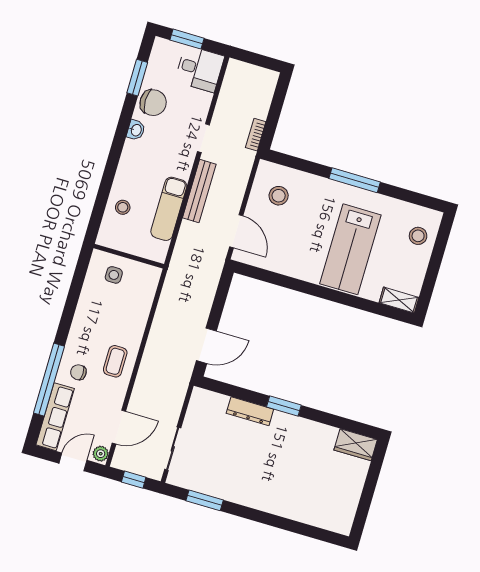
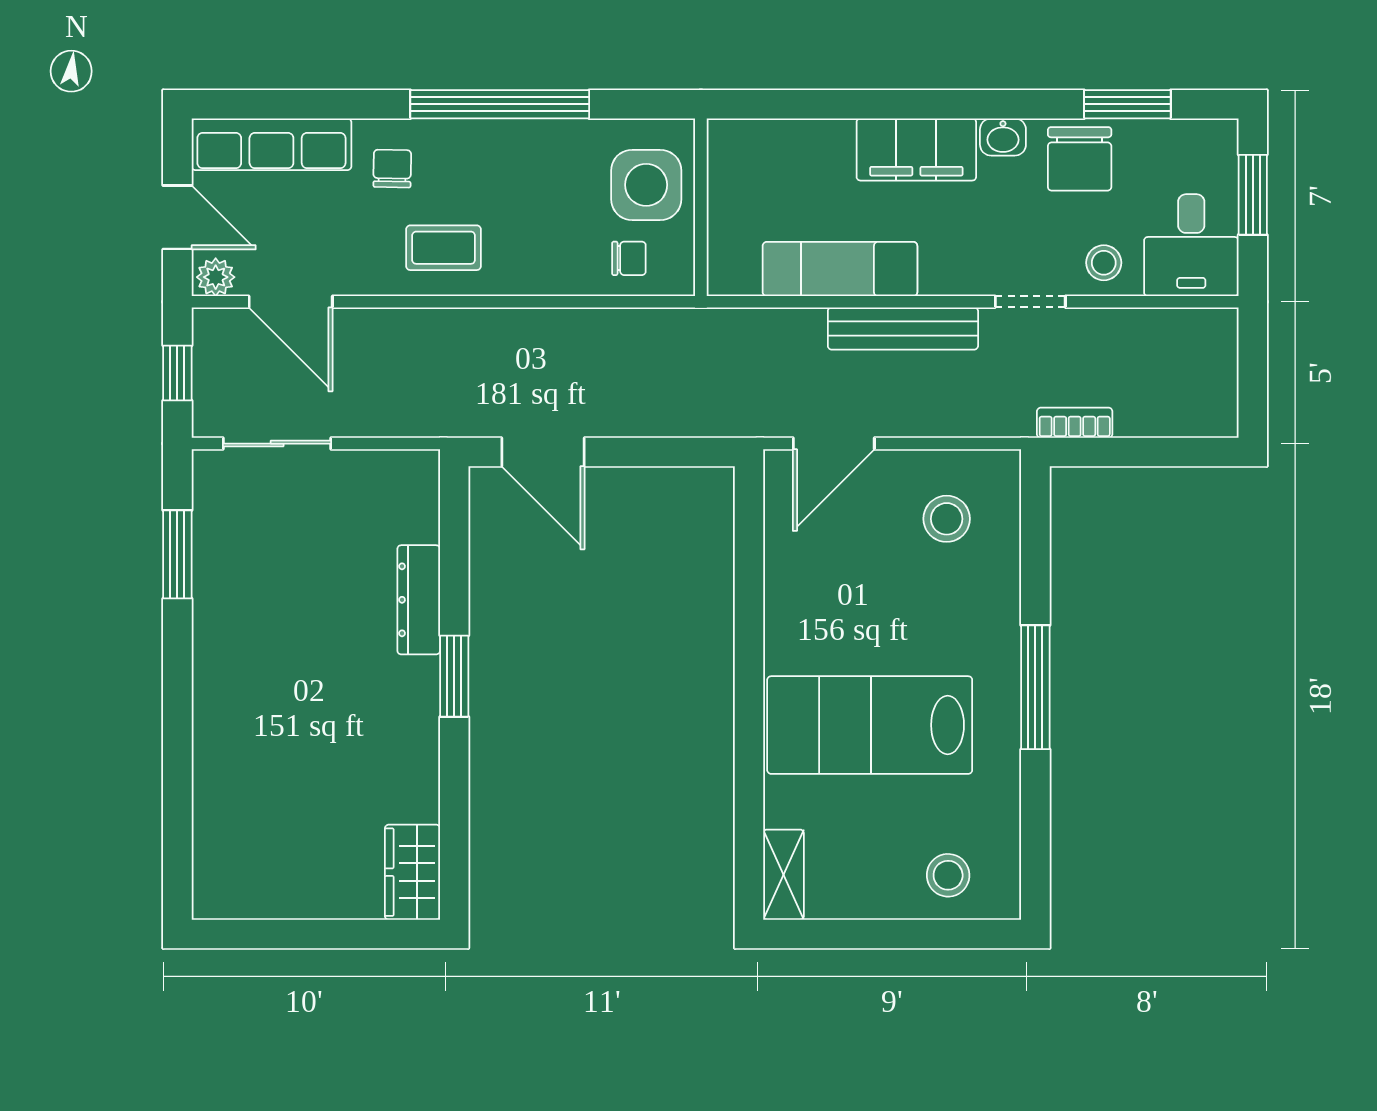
filing cabinet: (131, 165) -> (916, 149), added
stool: (123, 207) -> (1104, 263), moved
side table: (114, 275) -> (646, 185), width x1.87, depth x1.87
chair: (141, 290) -> (629, 258), added
window: (49, 380) -> (500, 104), moved

